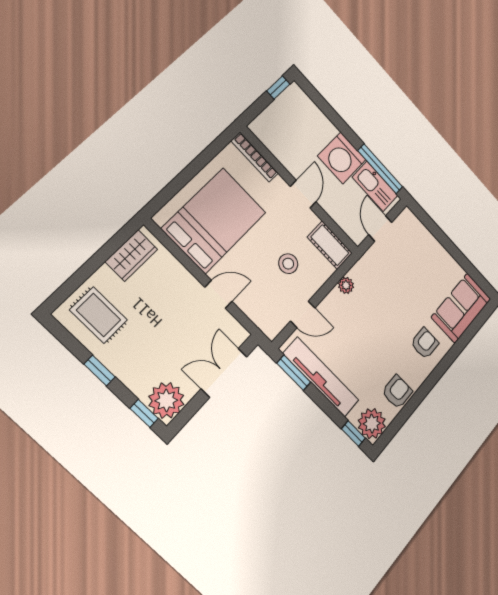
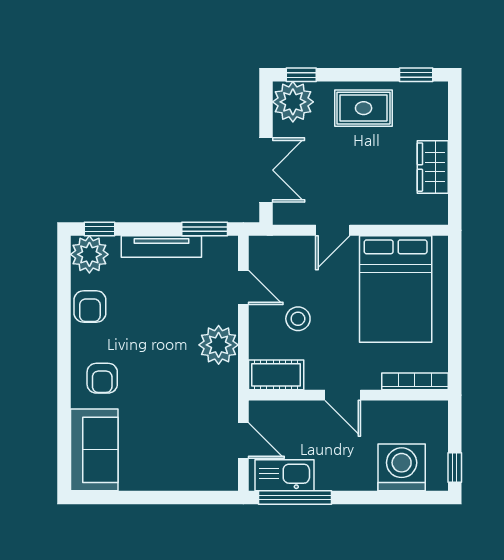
washing machine: (342, 158) -> (402, 467), moved
wardrobe: (131, 255) -> (433, 167), moved
plant: (346, 285) -> (219, 345), width x1.88, depth x1.88
door: (303, 314) -> (243, 287), swing flipped
rug: (99, 315) -> (364, 108), moved
window: (100, 371) -> (416, 75), moved
tv unit: (321, 377) -> (161, 246), width x0.73, depth x0.78

